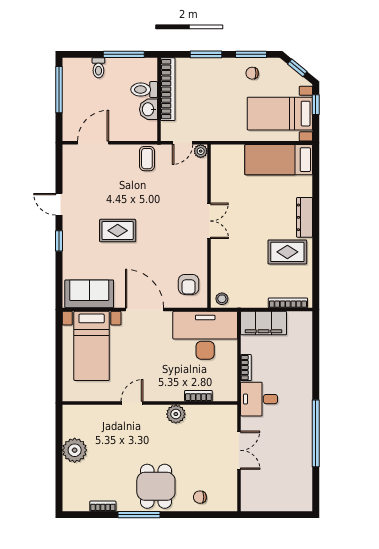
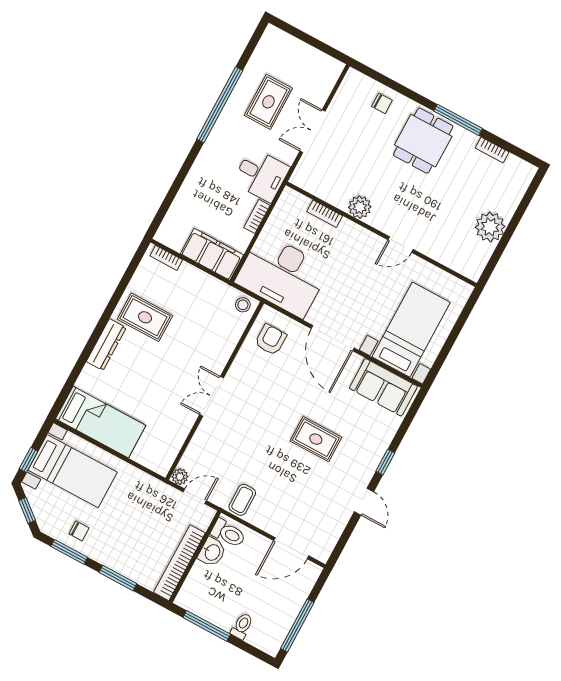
toilet: (144, 90) -> (228, 533), moved
bookcase: (288, 303) -> (166, 258), width x0.64
rug: (282, 454) -> (268, 102), added

